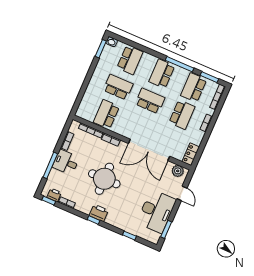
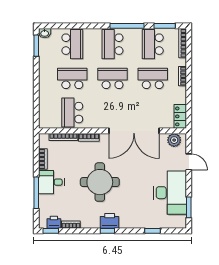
school desk: (182, 115) -> (153, 78), turned -90

